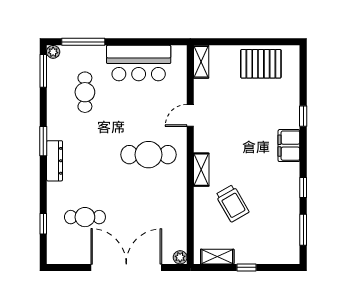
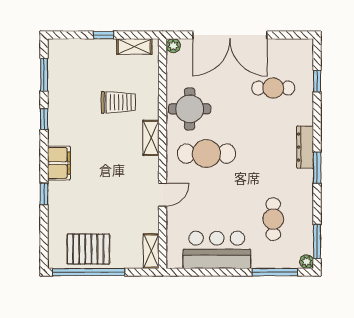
window: (261, 42) -> (89, 272), added
round table: (165, 197) -> (190, 109), added
trolley: (232, 203) -> (118, 102), turned 120

